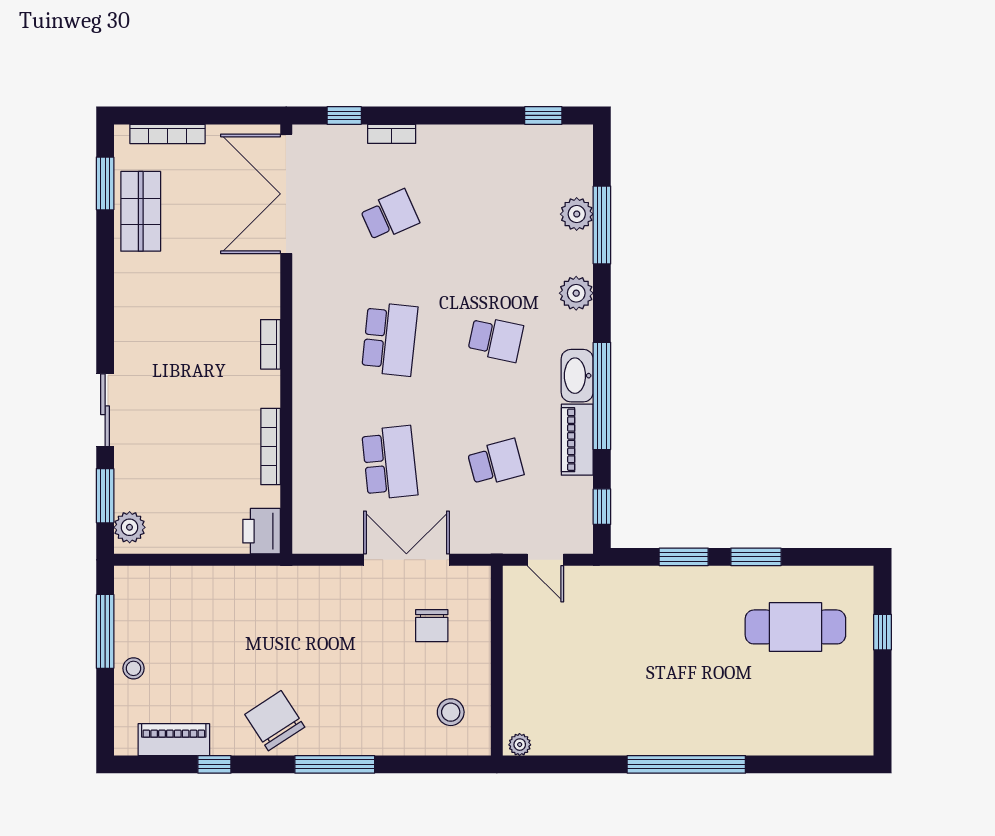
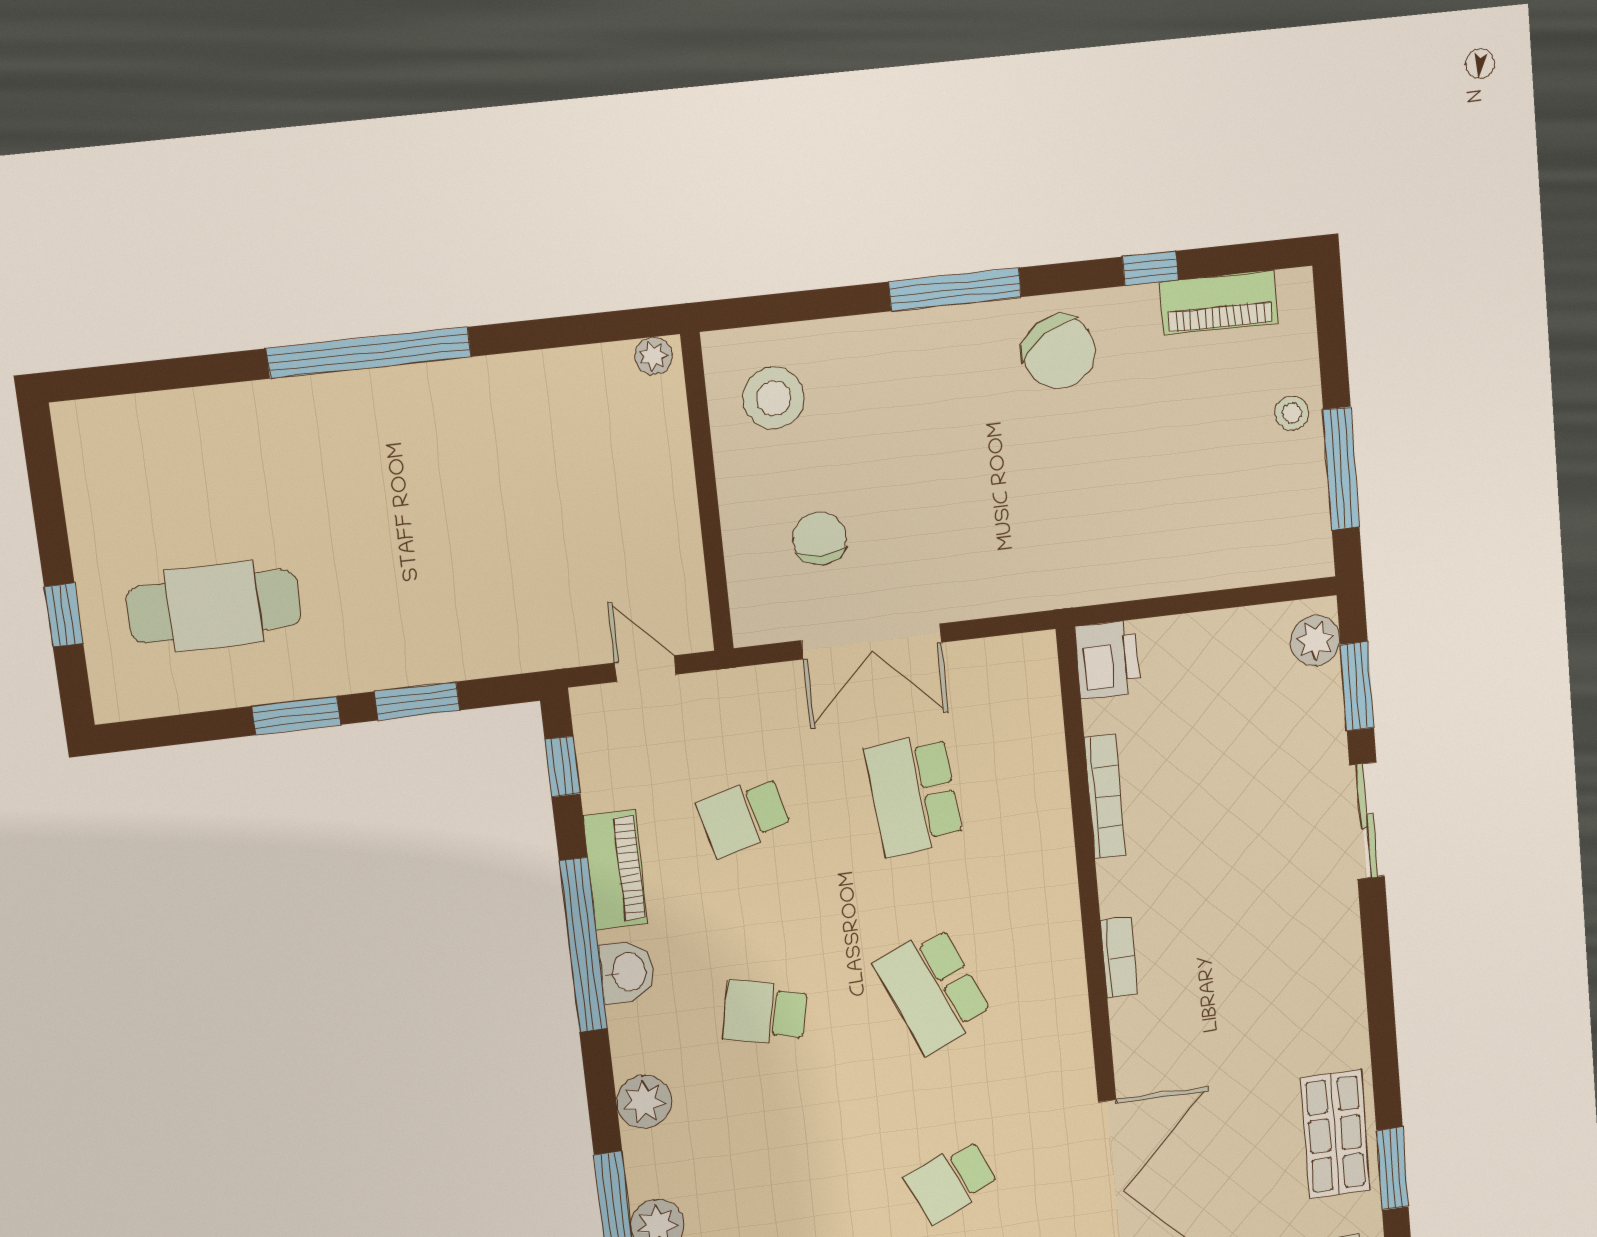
school desk: (390, 339) -> (933, 990), turned -30
washbasin: (577, 376) -> (627, 972), width x0.72
stool: (451, 712) -> (774, 398), width x1.38, depth x1.38

